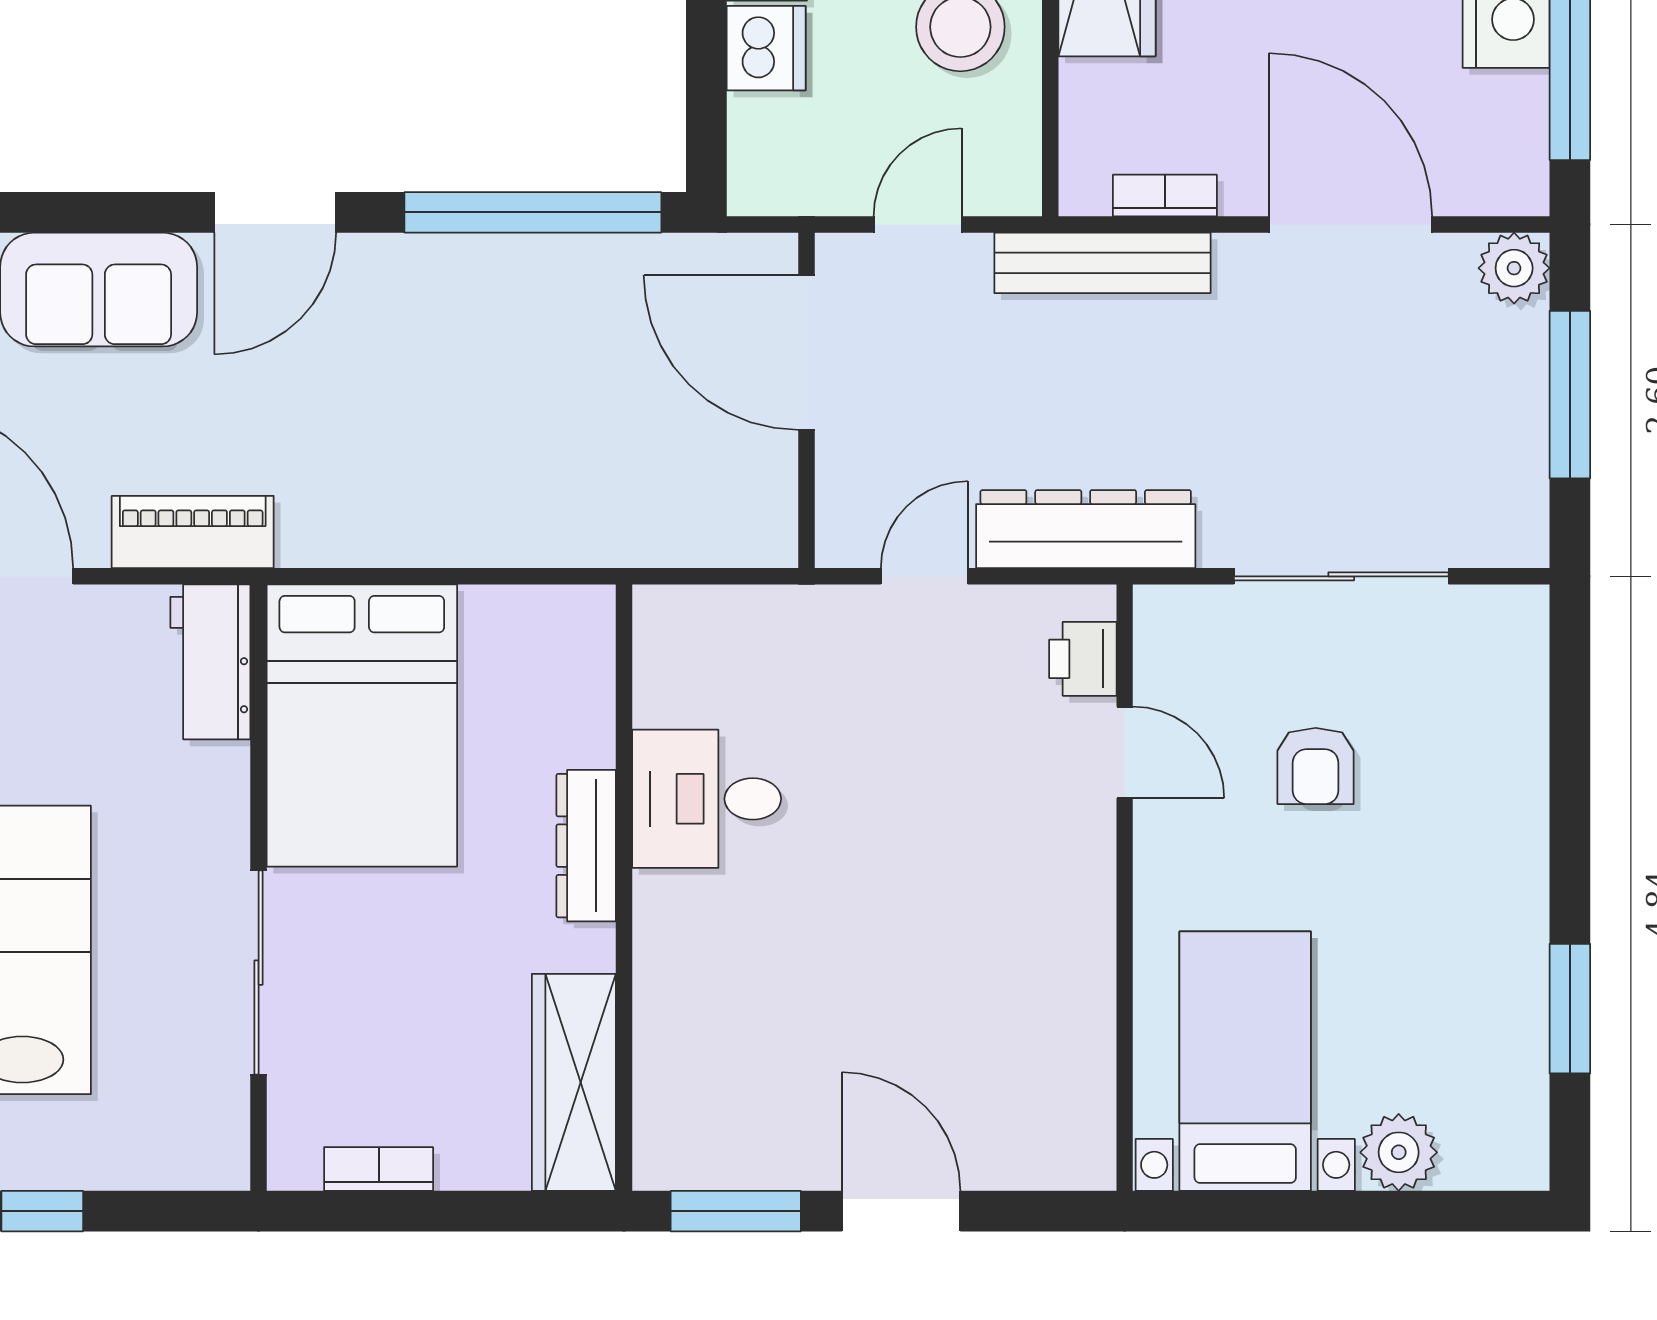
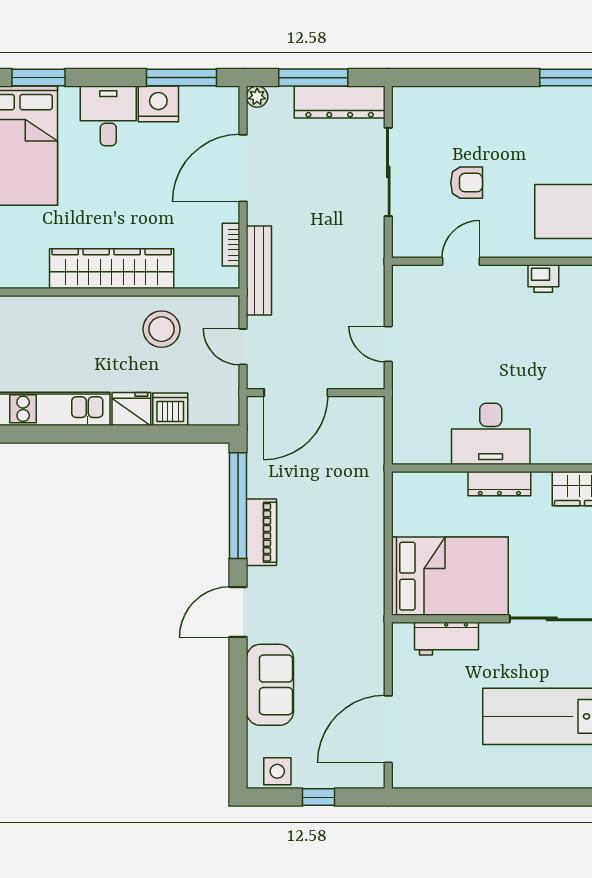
door: (275, 212) -> (238, 612), swing flipped
plant: (1514, 268) -> (257, 97), width x0.73, depth x0.73
dresser: (1086, 529) -> (340, 102), moved, turned -90
piano: (193, 532) -> (261, 532), moved, turned 180
printer: (1083, 659) -> (543, 279), moved
workbench: (210, 662) -> (446, 639), moved
desk: (707, 799) -> (491, 434), width x1.37

